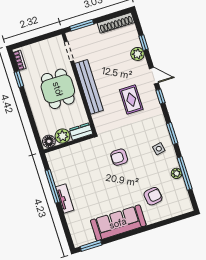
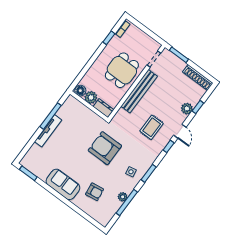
armchair: (119, 157) -> (105, 148), width x1.88, depth x1.88
tv unit: (65, 198) -> (48, 131), width x1.41
sofa: (118, 223) -> (63, 184), width x0.73

